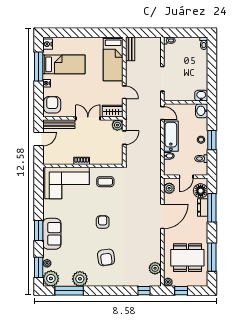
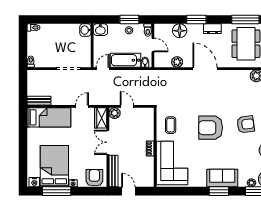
bed: (64, 64) -> (54, 166), width x1.50
armchair: (52, 105) -> (94, 178), turned 90
door: (186, 177) -> (153, 45), moved
wall: (186, 177) -> (153, 45), moved
dresser: (203, 208) -> (212, 29), moved
window: (212, 208) -> (196, 19), width x0.69
armchair: (103, 222) -> (211, 128), width x1.88, depth x1.88

